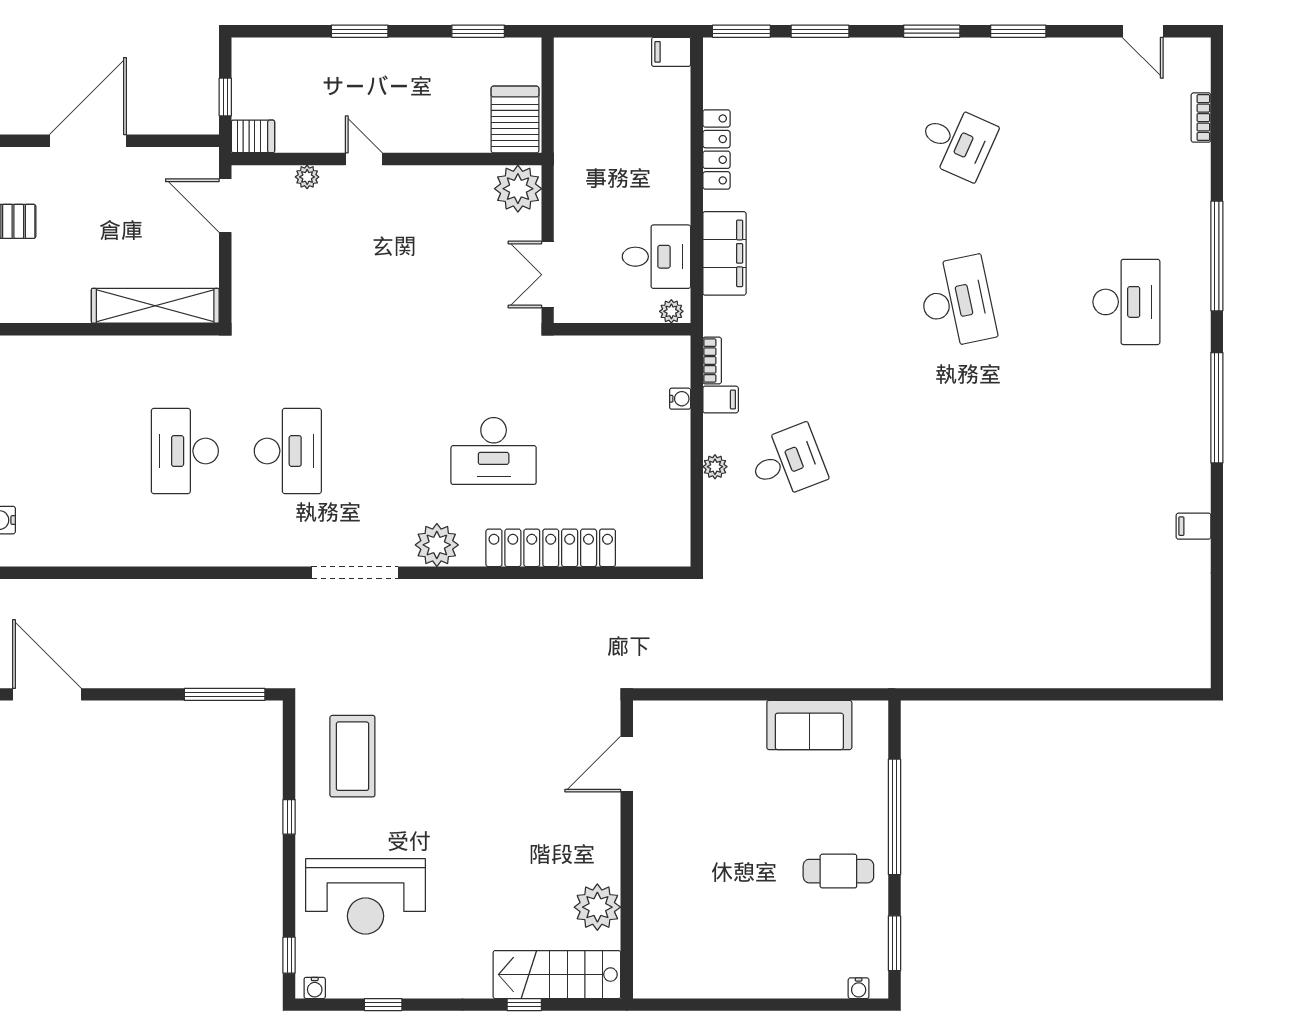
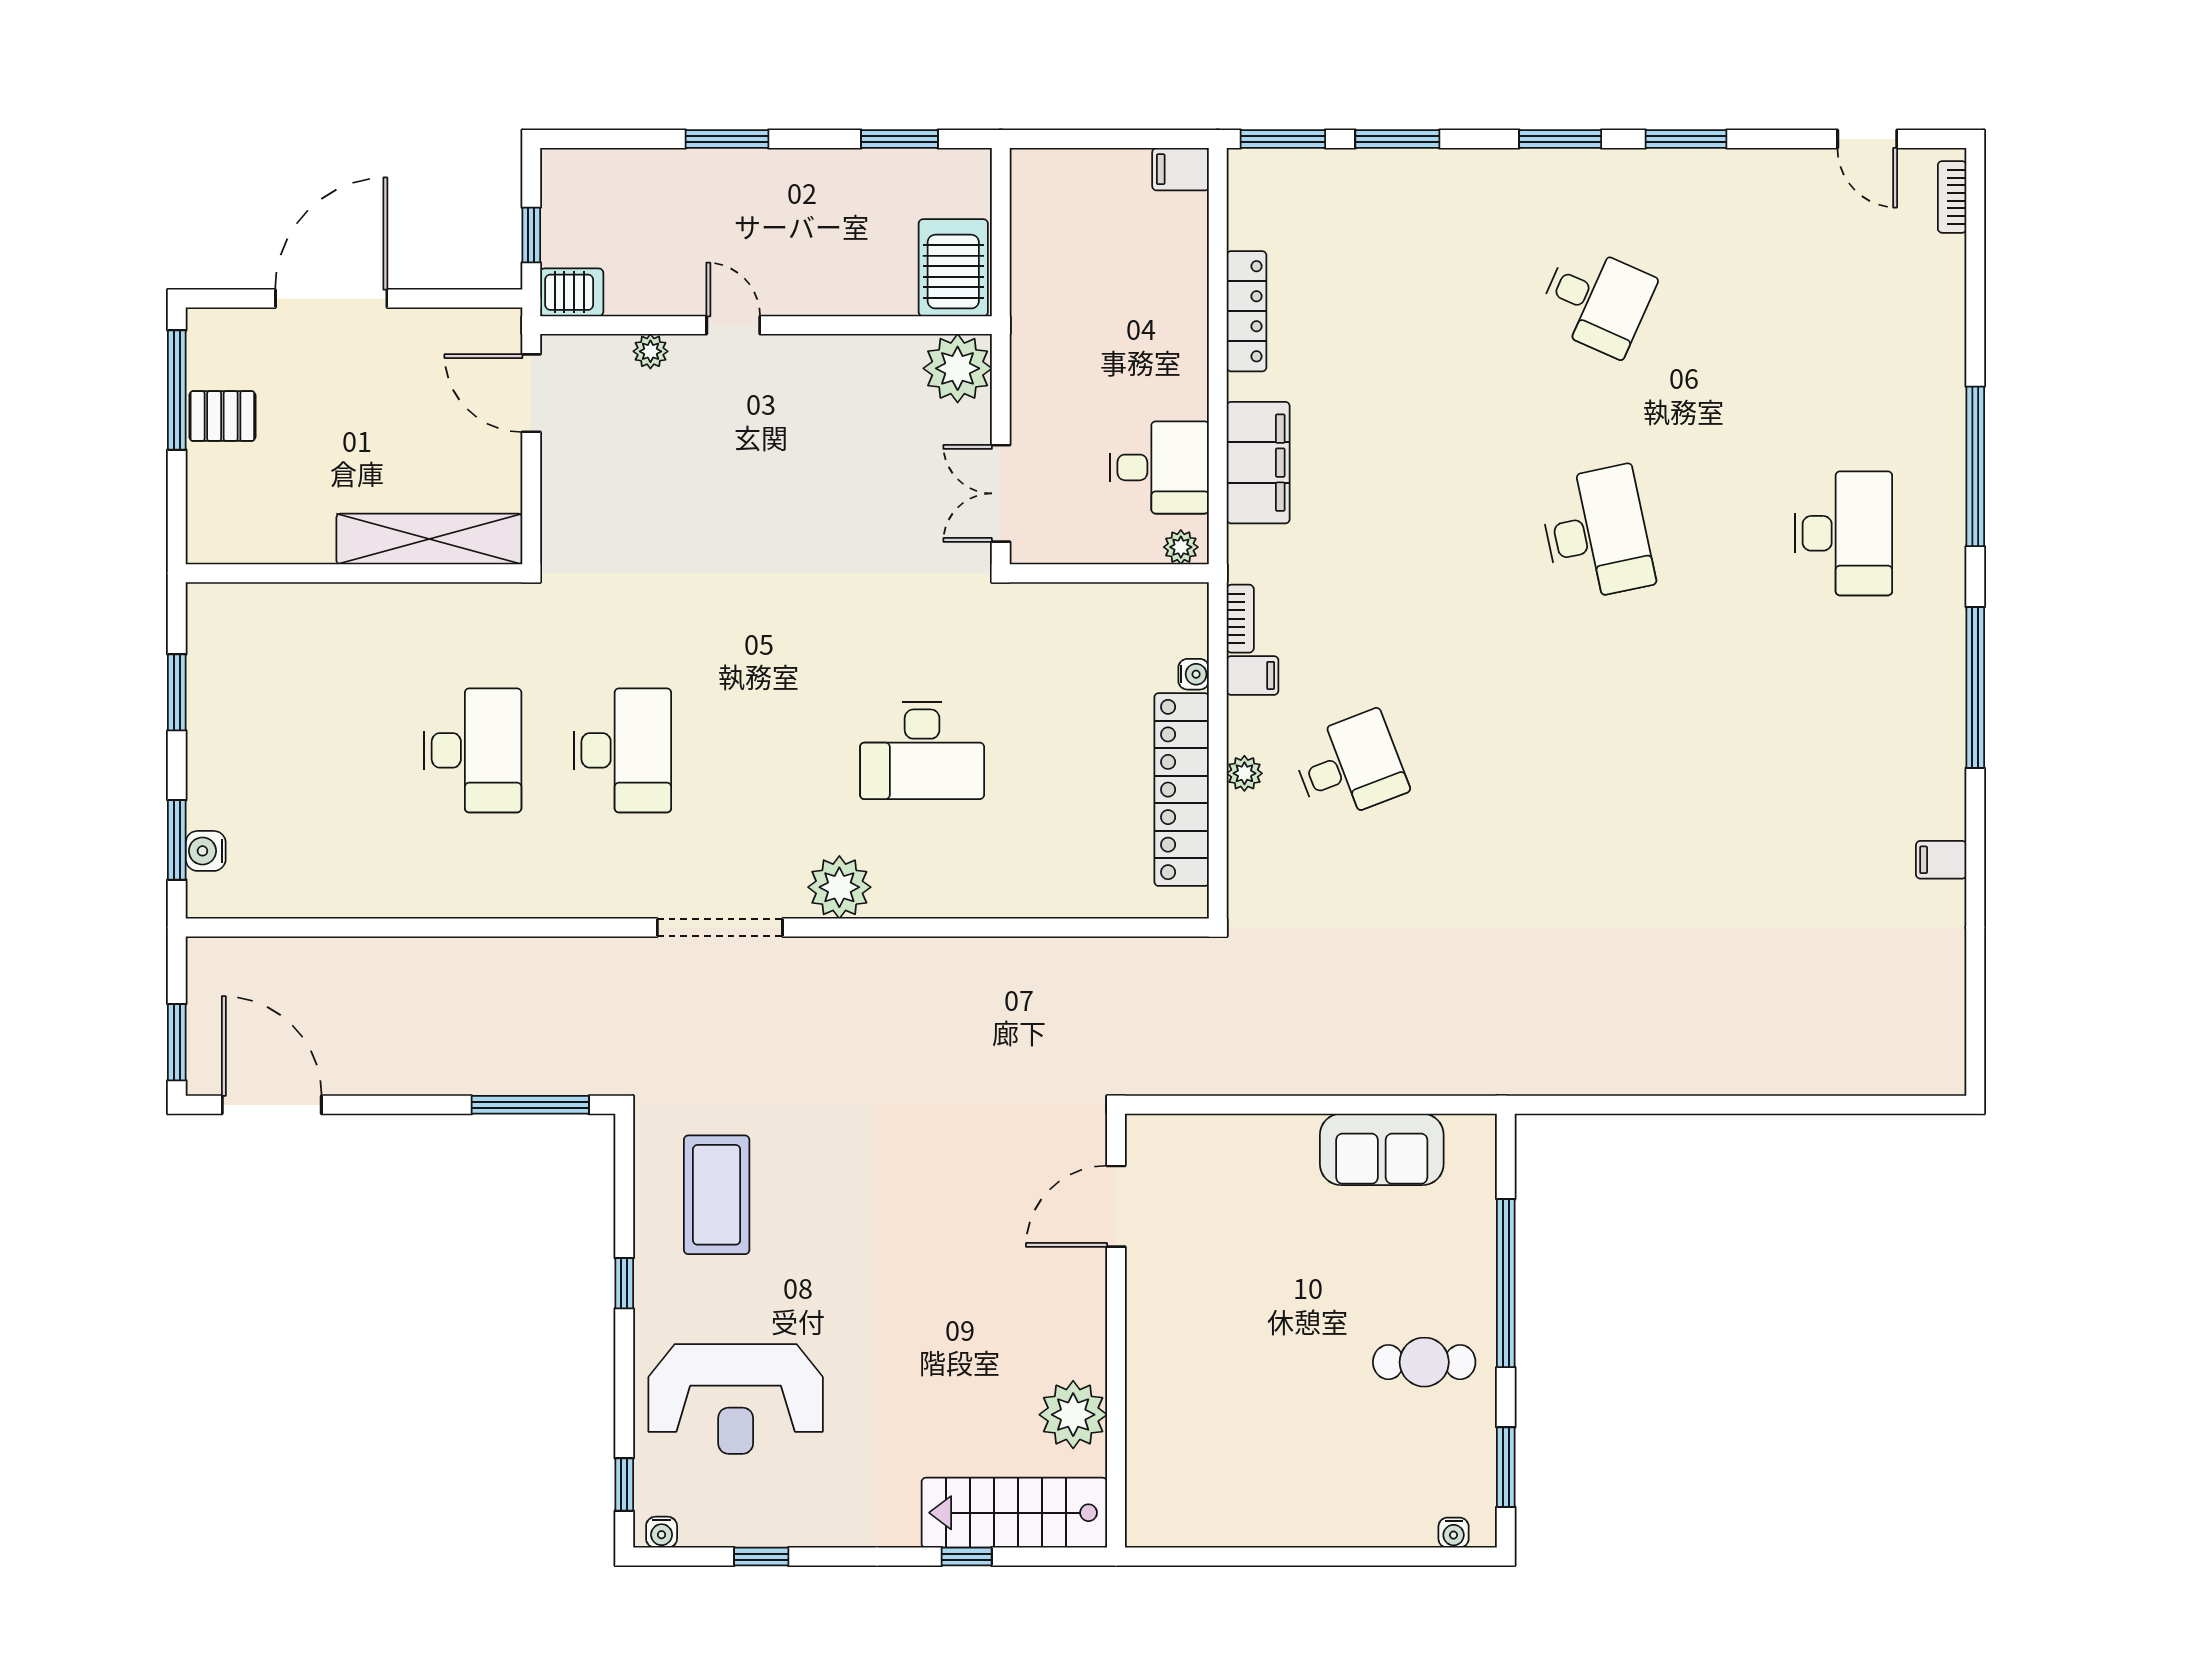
bookcase: (1201, 118) -> (1952, 197), moved
desk: (185, 451) -> (473, 750), turned 180
locker: (551, 548) -> (1182, 790), moved, turned -90

